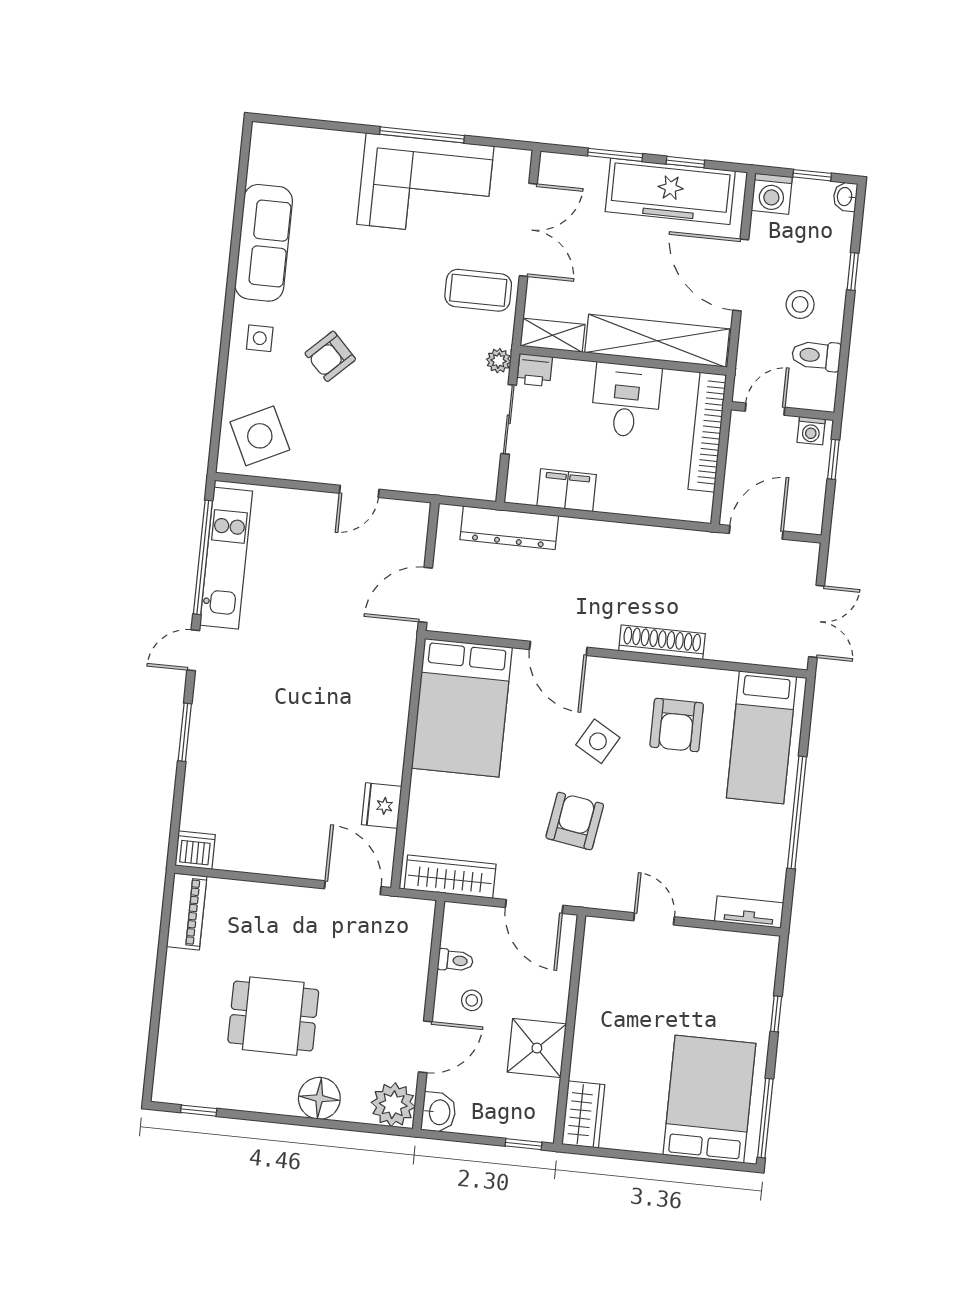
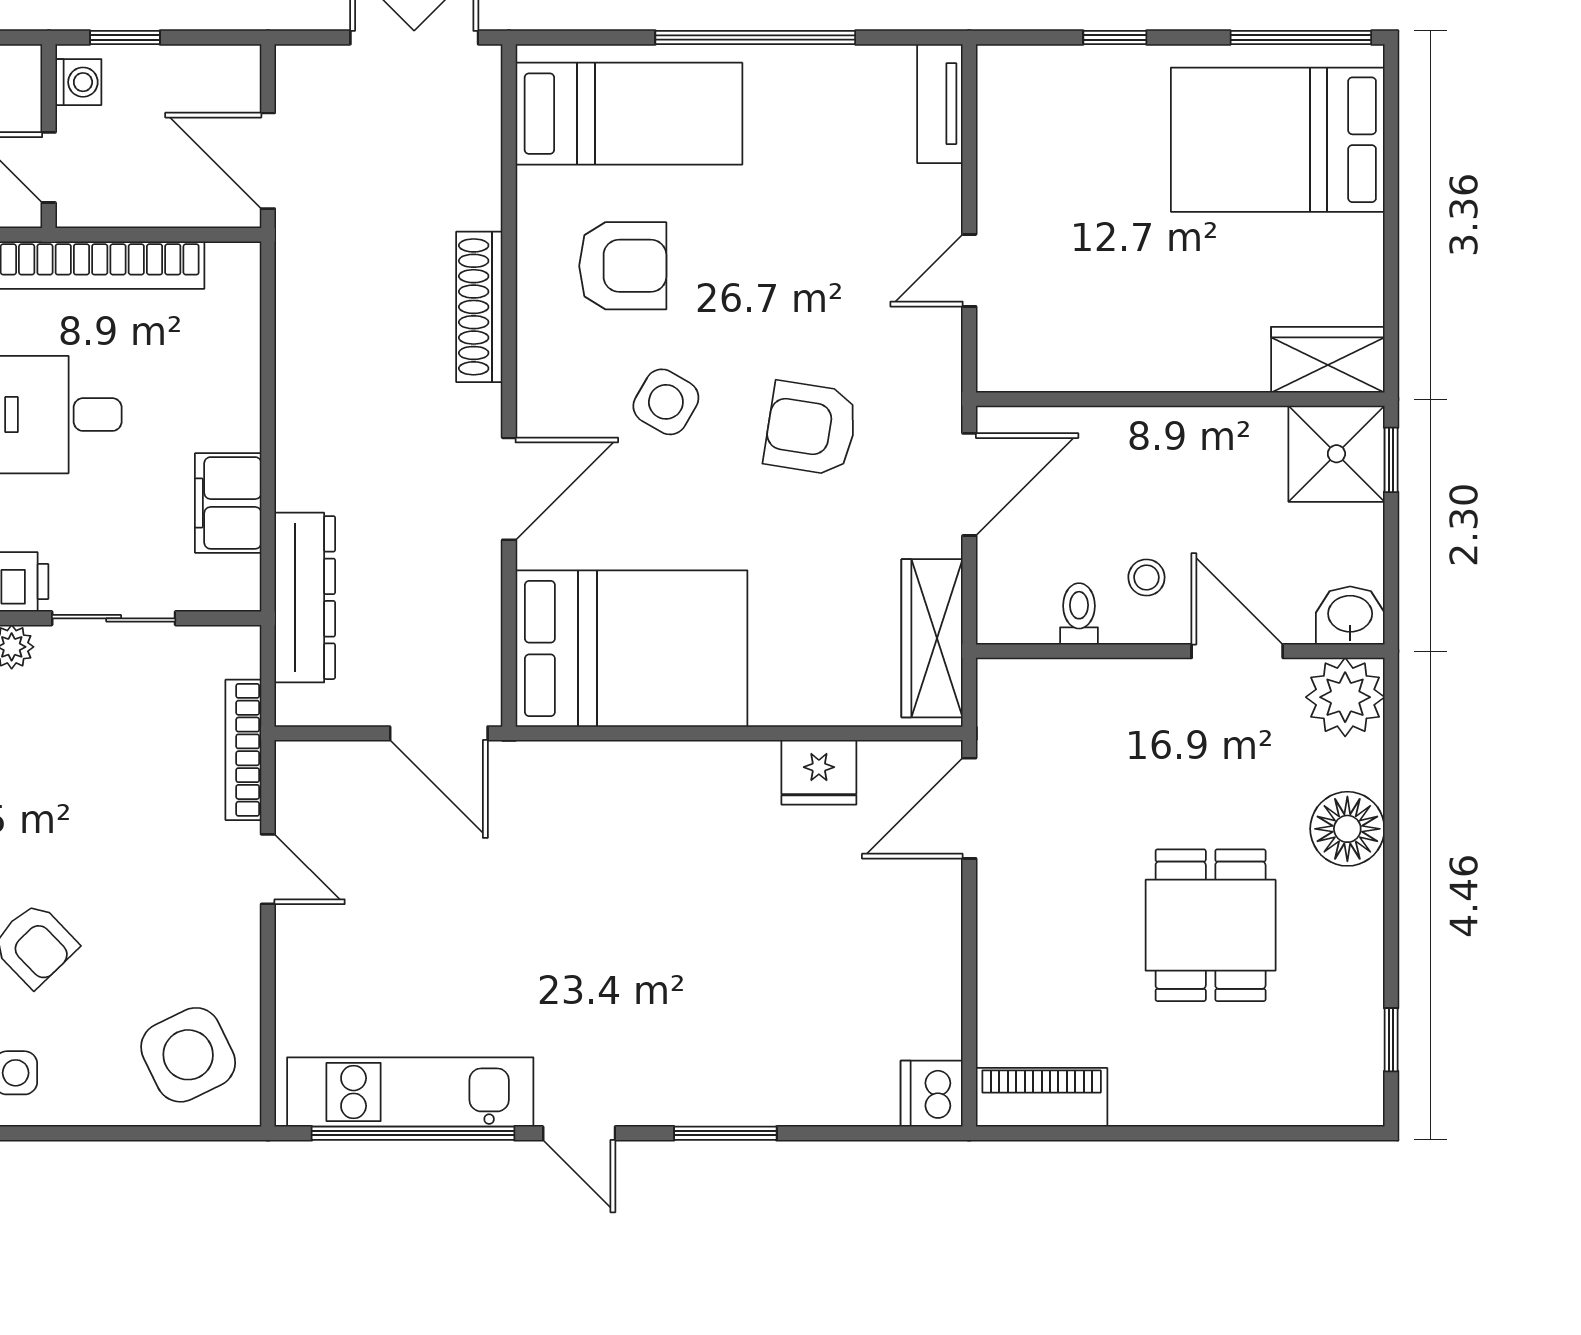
bookcase: (427, 484) -> (243, 750), added
shower: (537, 1048) -> (1336, 454), moved

